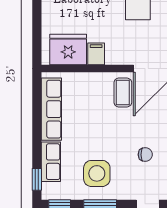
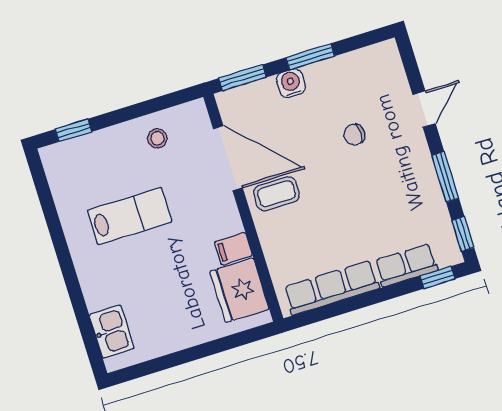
chair: (145, 155) -> (354, 135), turned -90
side table: (97, 173) -> (403, 195), removed

